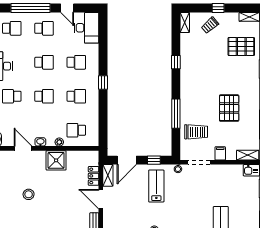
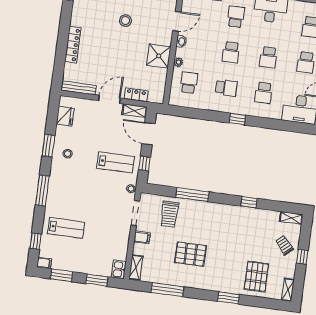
school desk: (76, 96) -> (226, 88), turned -90

